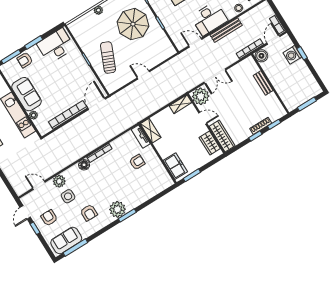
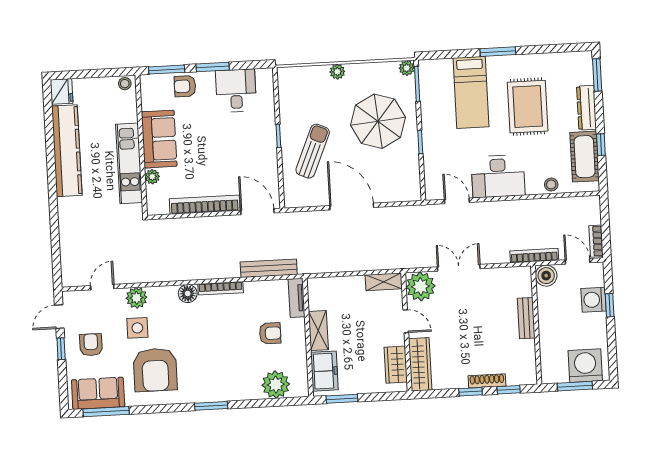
bench: (226, 30) -> (269, 268), moved
door: (273, 40) -> (578, 261), hinge flipped
desk: (56, 46) -> (236, 91), width x0.73
door: (143, 75) -> (352, 207), width x1.87
double door: (215, 76) -> (459, 268), swing flipped
washing machine: (306, 91) -> (585, 366), added
door: (97, 104) -> (257, 212), hinge flipped
shelving: (151, 131) -> (318, 331), moved
door: (39, 185) -> (102, 287), hinge flipped
plant: (117, 209) -> (276, 385), moved
armchair: (89, 213) -> (155, 370), width x1.88, depth x1.88

